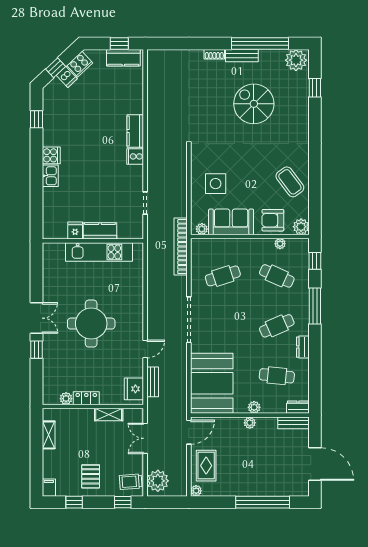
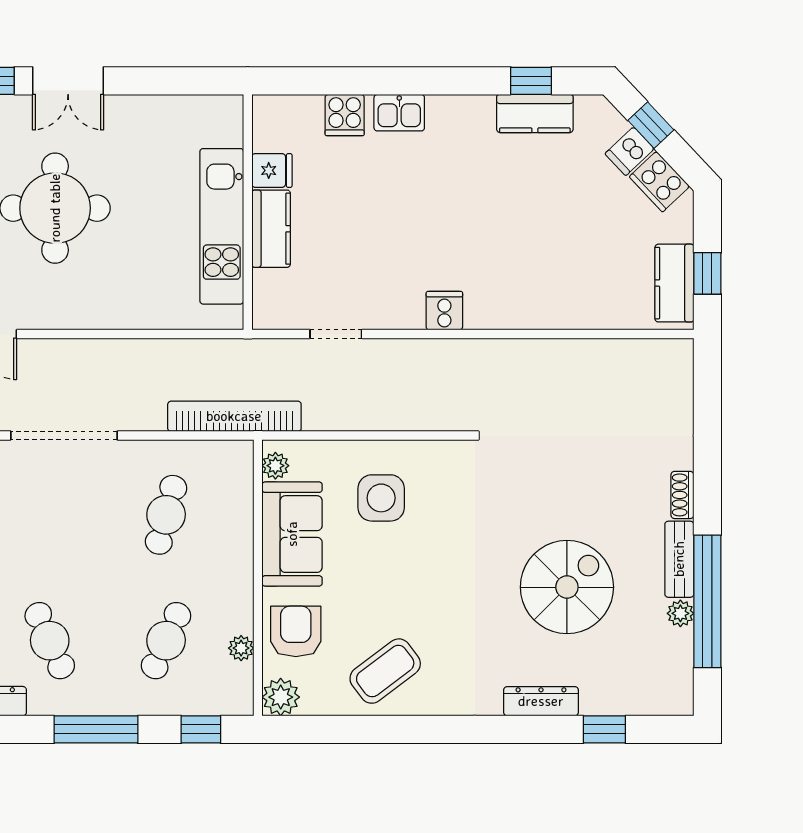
plant: (296, 60) -> (680, 613), moved, width x0.53, depth x0.53
dresser: (303, 115) -> (541, 701), added
kitchen counter: (135, 131) -> (535, 113), moved, turned 180
cooker: (51, 155) -> (345, 115), moved
cafe table: (223, 276) -> (166, 515), turned 33

